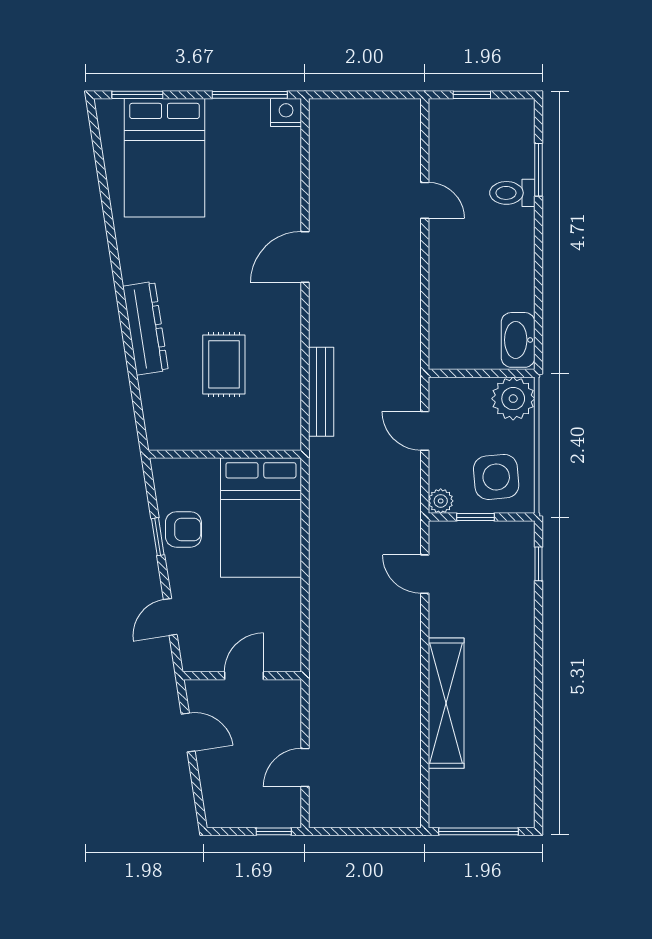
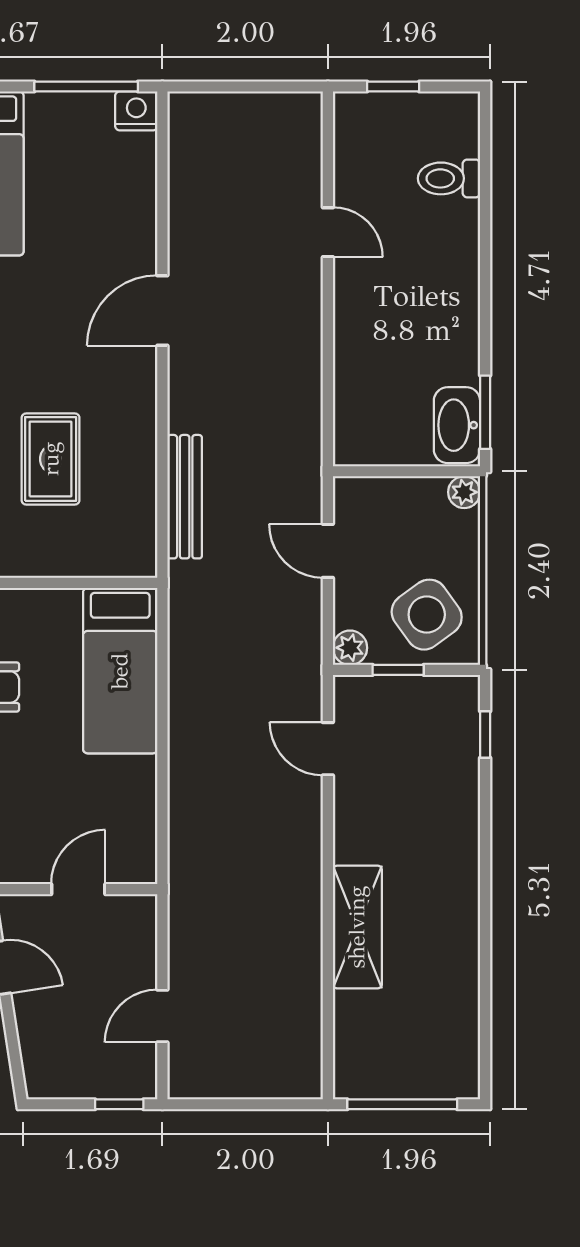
window: (538, 170) -> (485, 412), moved
toilet: (512, 193) -> (449, 178), moved
plant: (513, 399) -> (464, 492), width x0.53, depth x0.53
side table: (496, 477) -> (427, 615), turned -31
bed: (261, 518) -> (120, 671), width x0.67
shelving: (446, 703) -> (357, 927), width x0.68

